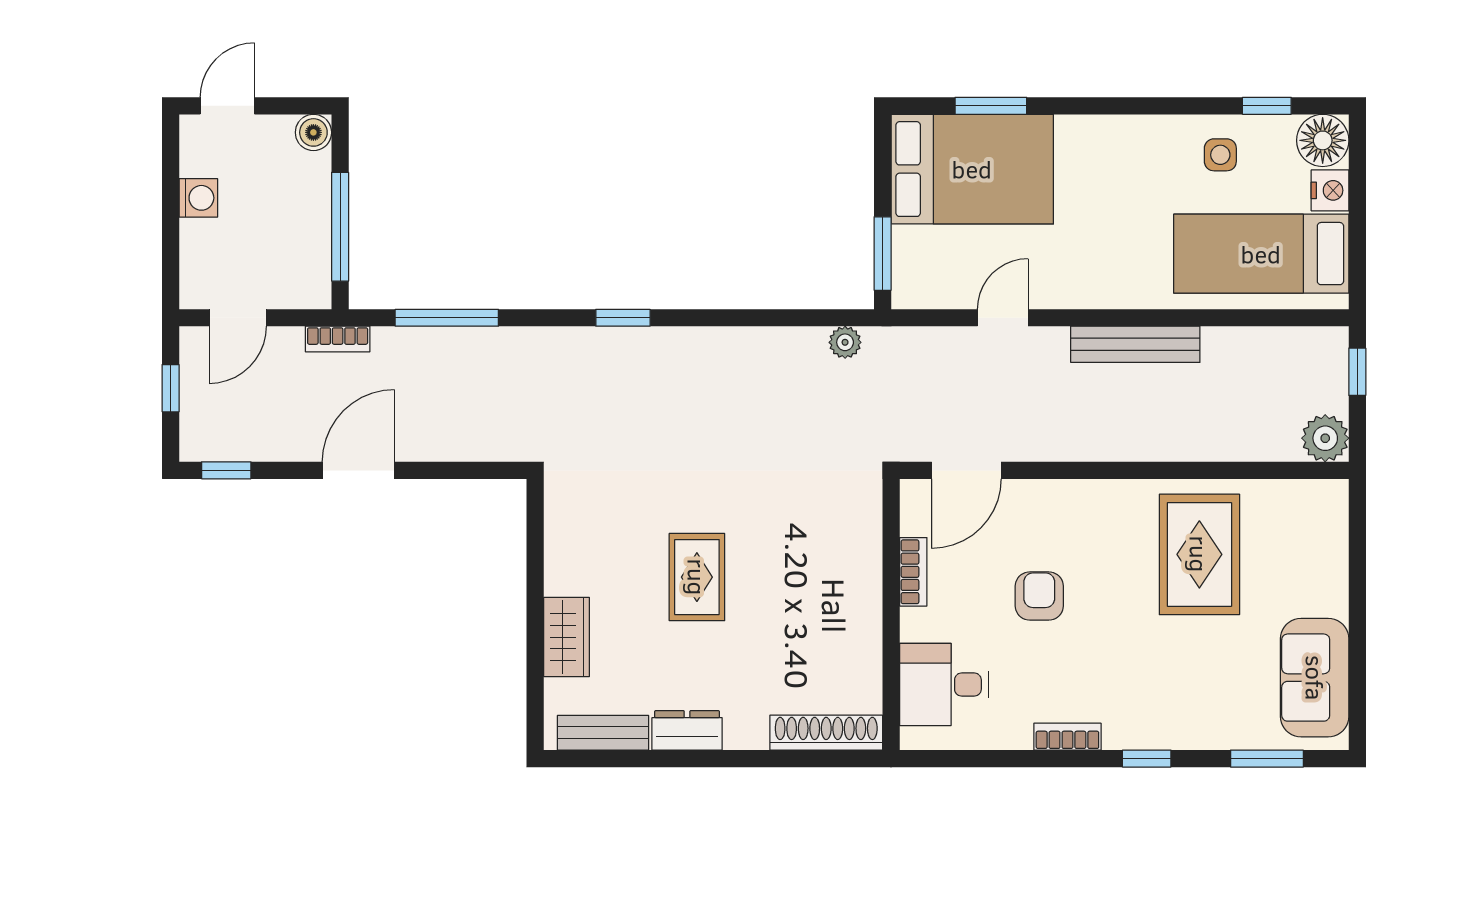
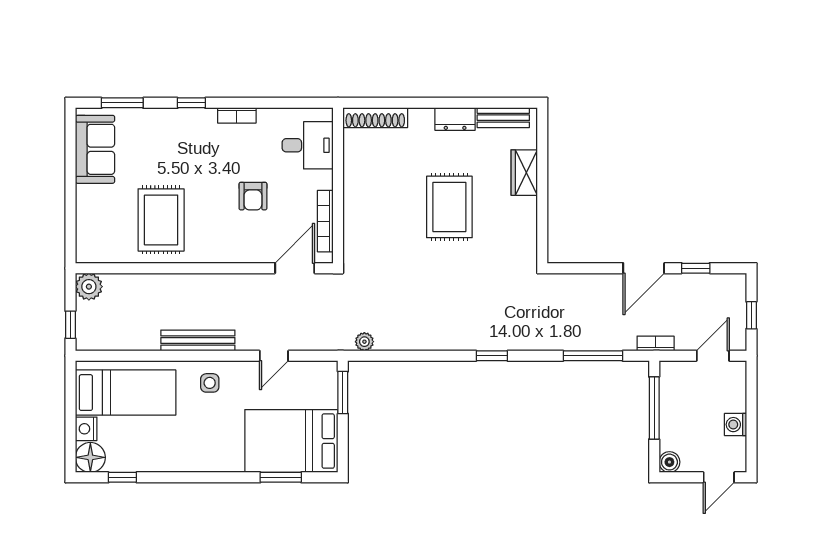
side table: (1220, 155) -> (210, 383), moved
window: (226, 470) -> (696, 268), moved
bookcase: (913, 572) -> (325, 221), width x1.56
rug: (697, 577) -> (449, 207), width x1.36, depth x1.43

